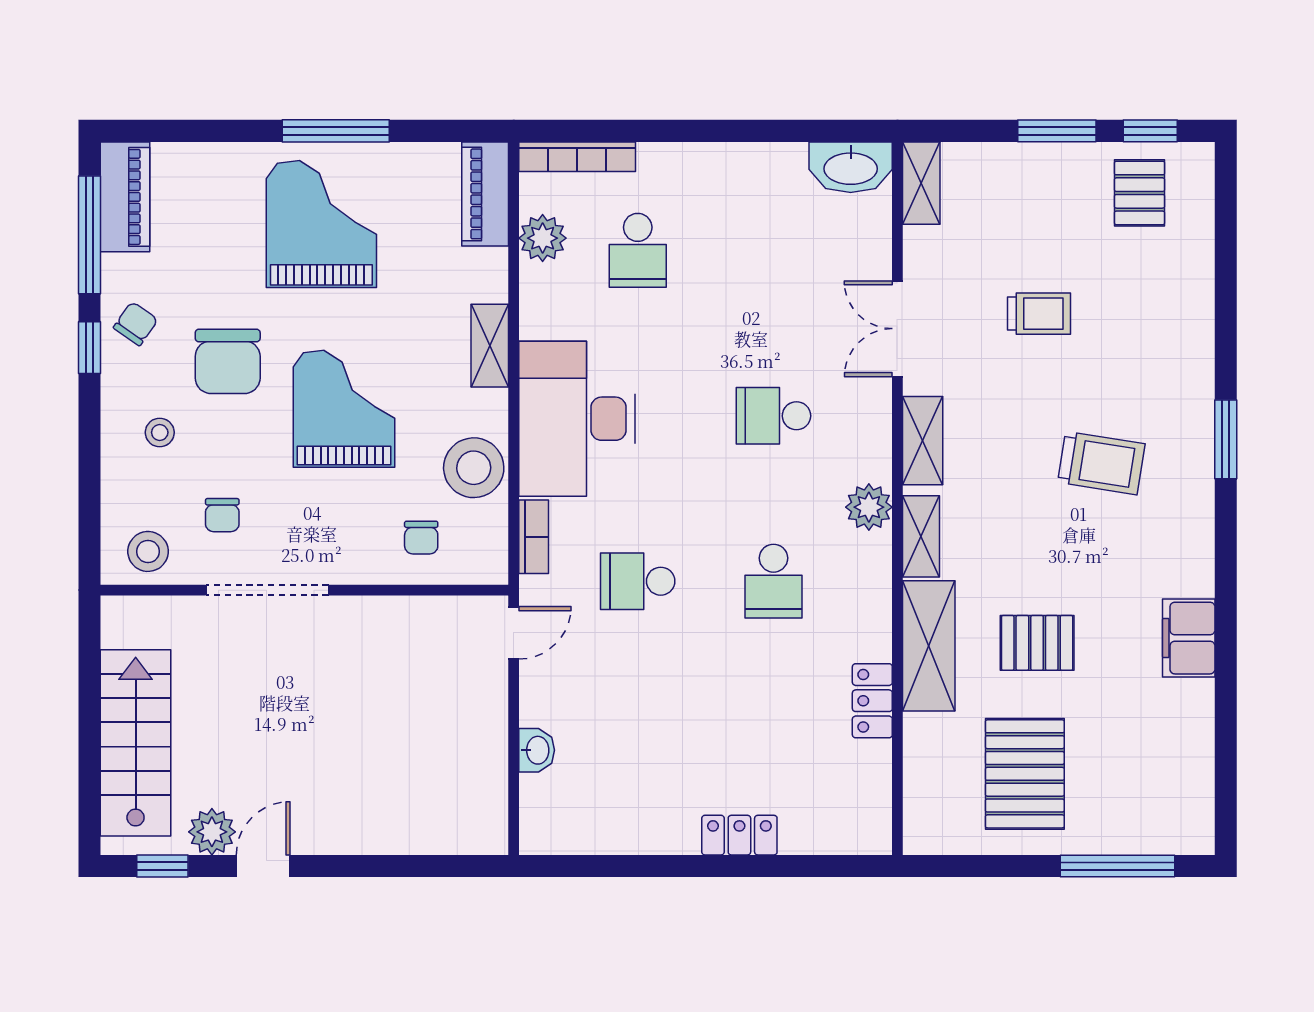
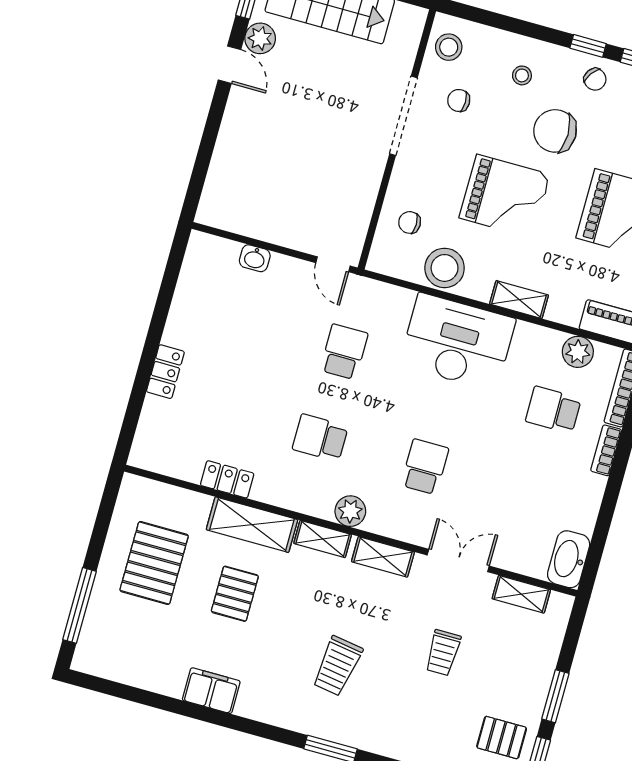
shelving: (921, 183) -> (521, 594), moved
bookcase: (534, 537) -> (606, 450), moved, turned 90
pallet: (1025, 774) -> (154, 563), turned 90

